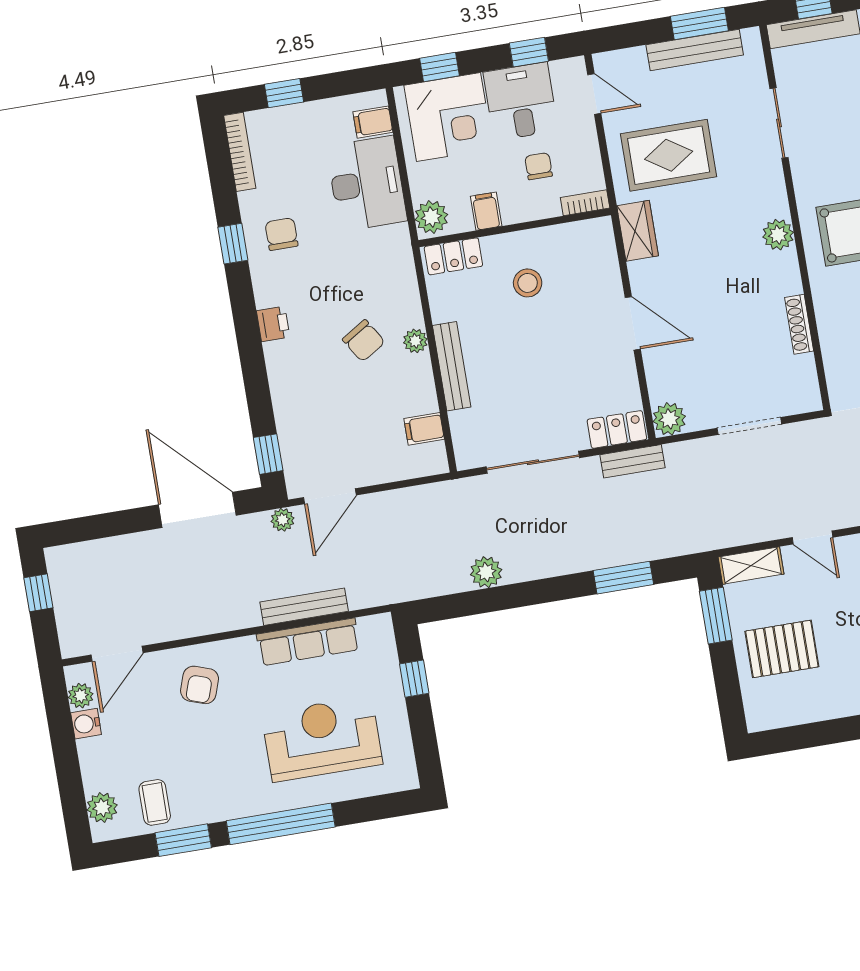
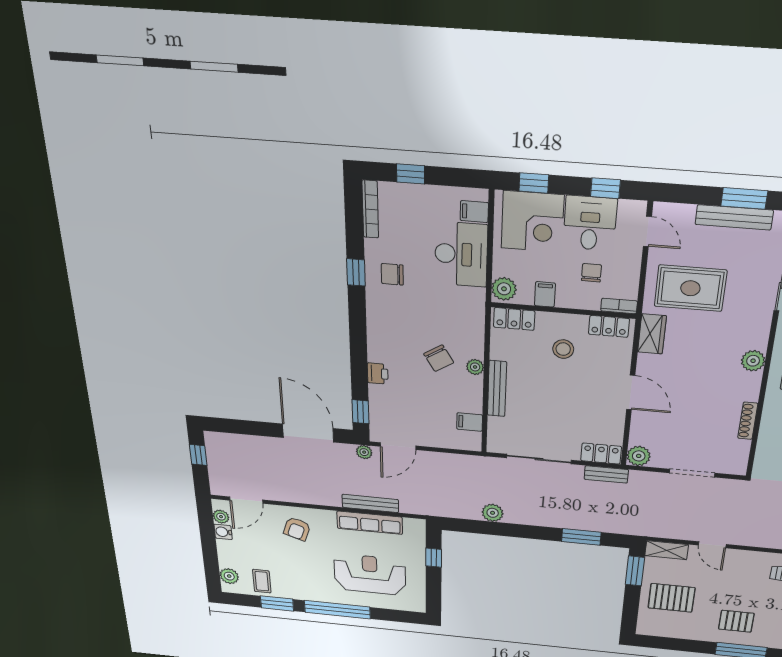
chair: (282, 234) -> (392, 274), turned -90
locker: (579, 235) -> (609, 326), added
printer: (273, 324) -> (378, 374), moved

